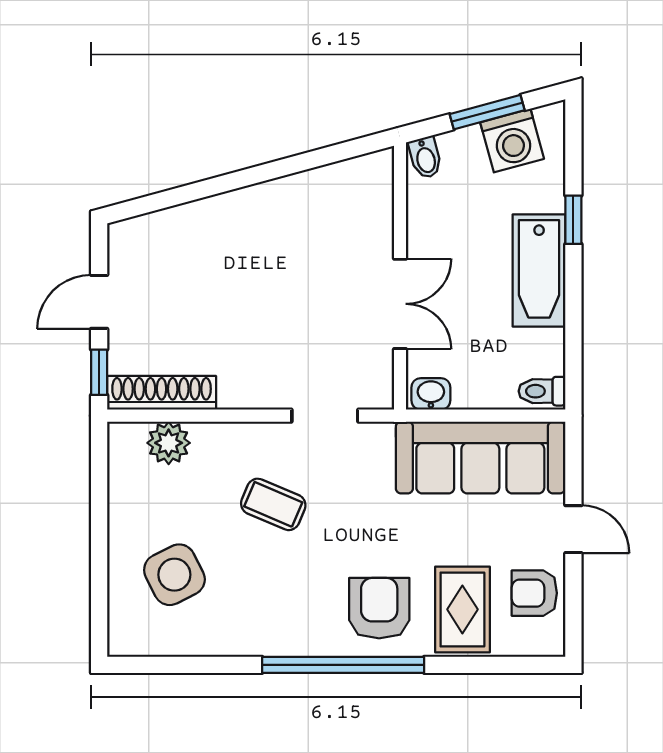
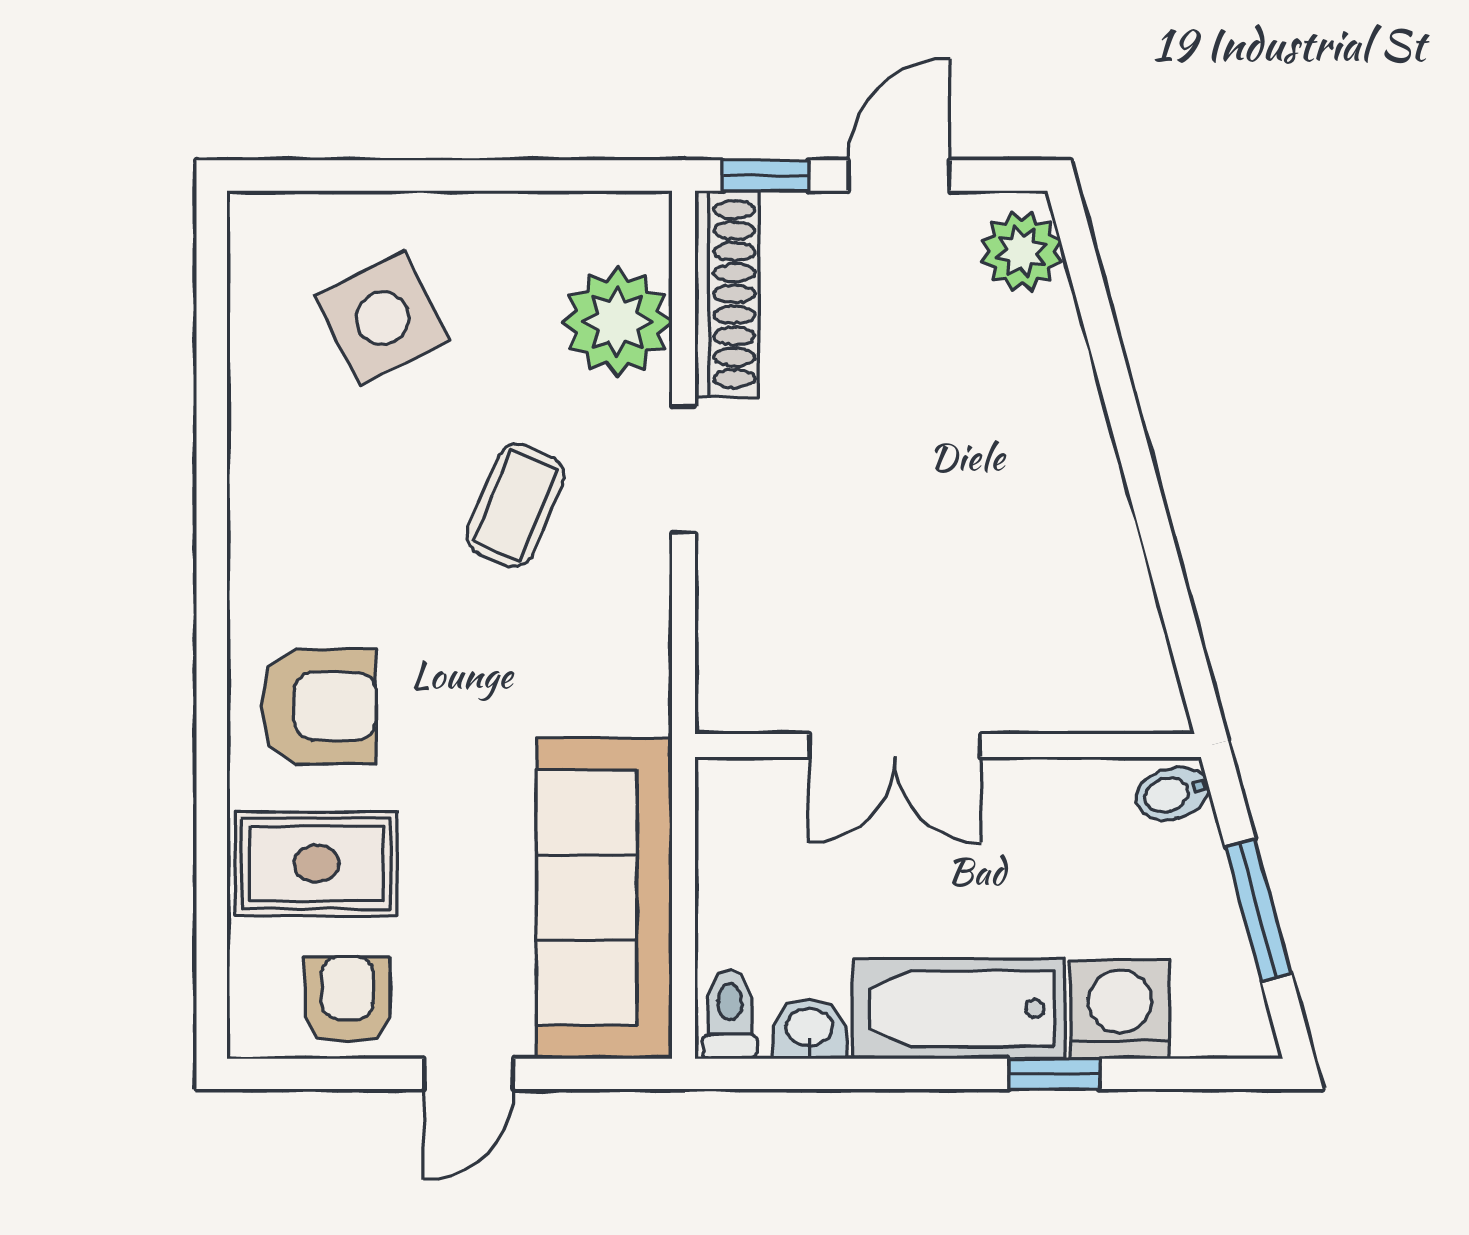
washing machine: (512, 141) -> (1120, 1010), moved, turned 105
plant: (139, 237) -> (1021, 251), added
door: (99, 302) -> (899, 176), hinge flipped
washbasin: (431, 394) -> (809, 1029), moved, turned -90
doorway: (325, 416) -> (684, 469), moved
plant: (169, 443) -> (617, 322), width x1.36, depth x1.36
window: (343, 665) -> (212, 638), removed

